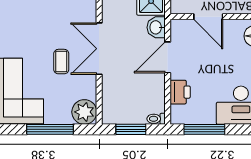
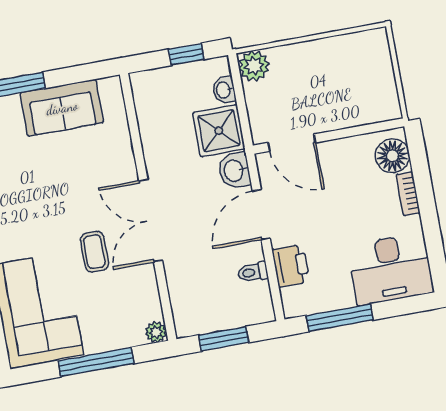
door: (208, 17) -> (292, 143), moved
plant: (84, 112) -> (156, 332), width x0.53, depth x0.53
toilet: (156, 119) -> (253, 272), moved

